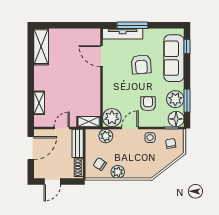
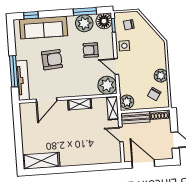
shelving: (39, 103) -> (80, 104), moved
plant: (106, 136) -> (127, 102), moved

